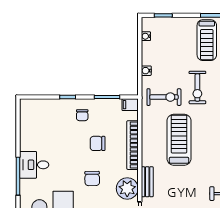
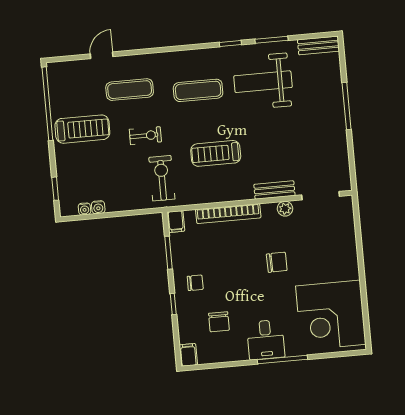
water cooler: (146, 71) -> (98, 207), moved
exercise bike: (197, 87) -> (145, 136), width x0.73, depth x0.72
filing cabinet: (28, 105) -> (188, 355), added
treadmill: (179, 140) -> (216, 153), width x0.73, depth x0.73
chair: (98, 143) -> (219, 322), moved
plant: (127, 188) -> (285, 209), width x0.53, depth x0.53

